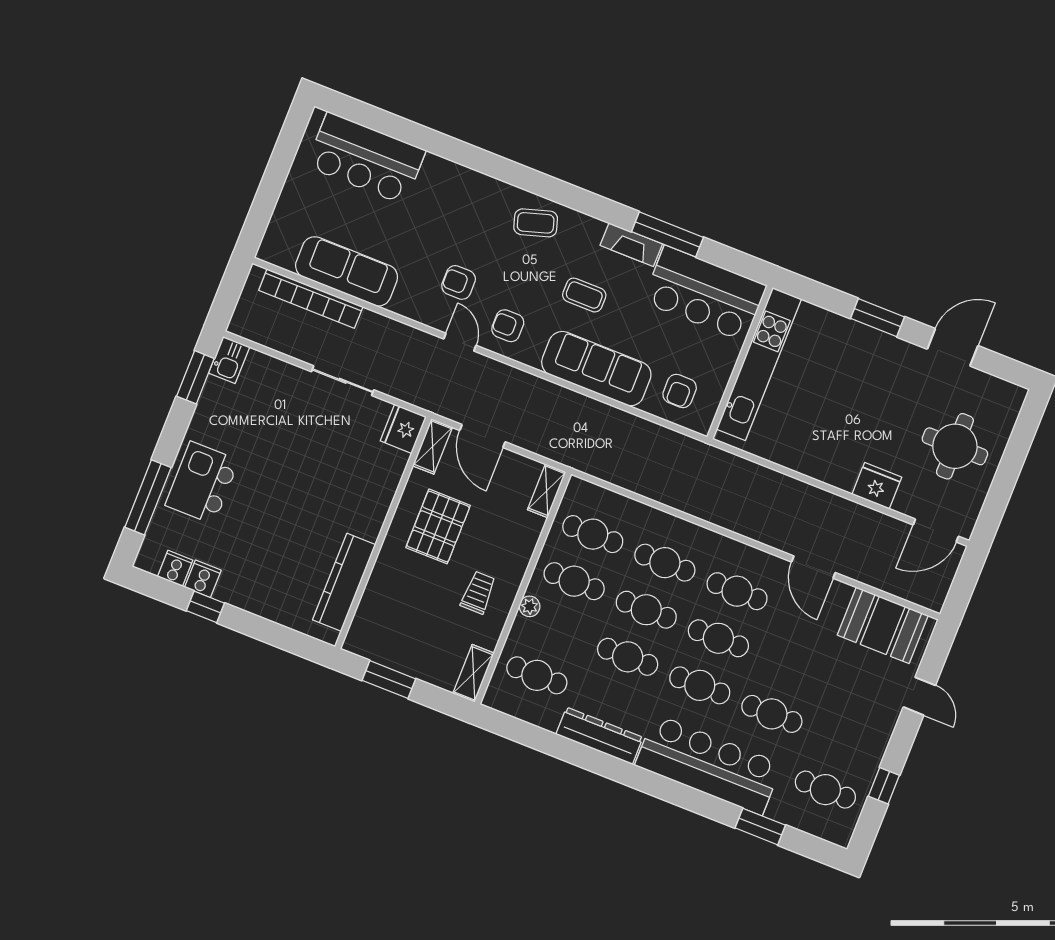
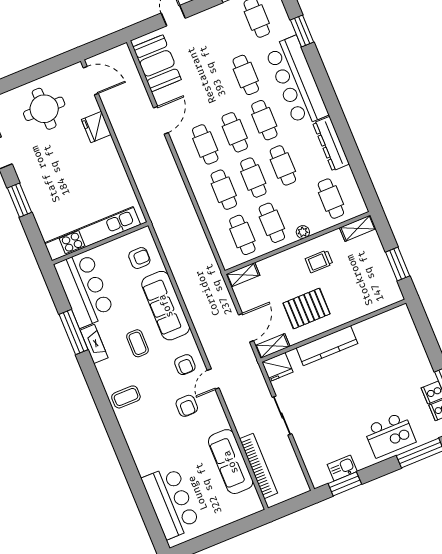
coffee table: (536, 223) -> (126, 397), turned -73
kitchen sink: (229, 360) -> (342, 468), moved
kitchen counter: (344, 582) -> (327, 346), moved

